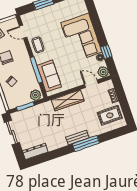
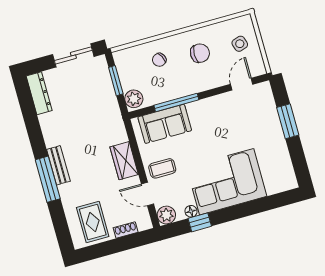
coffee table: (38, 45) -> (162, 168), moved
door: (91, 84) -> (147, 194), swing flipped
wardrobe: (68, 100) -> (124, 161), width x0.67

